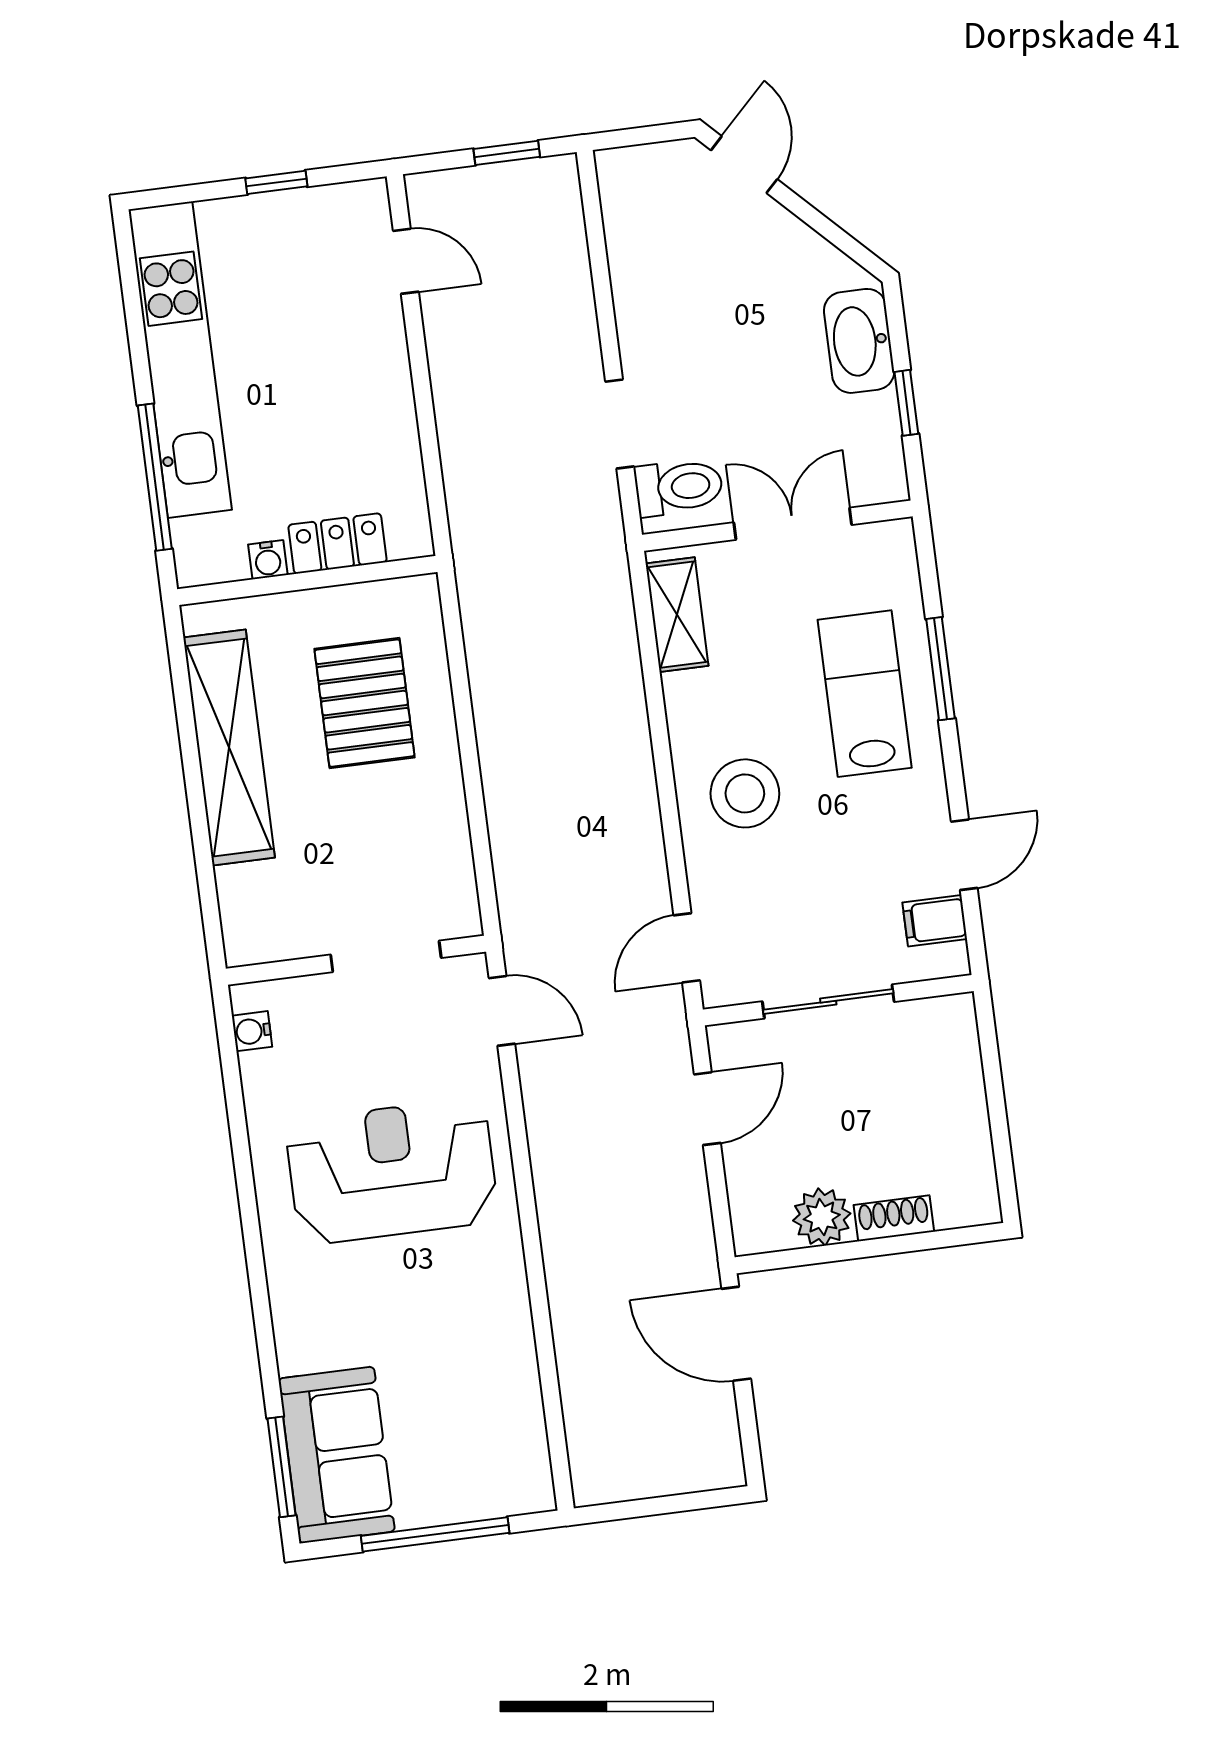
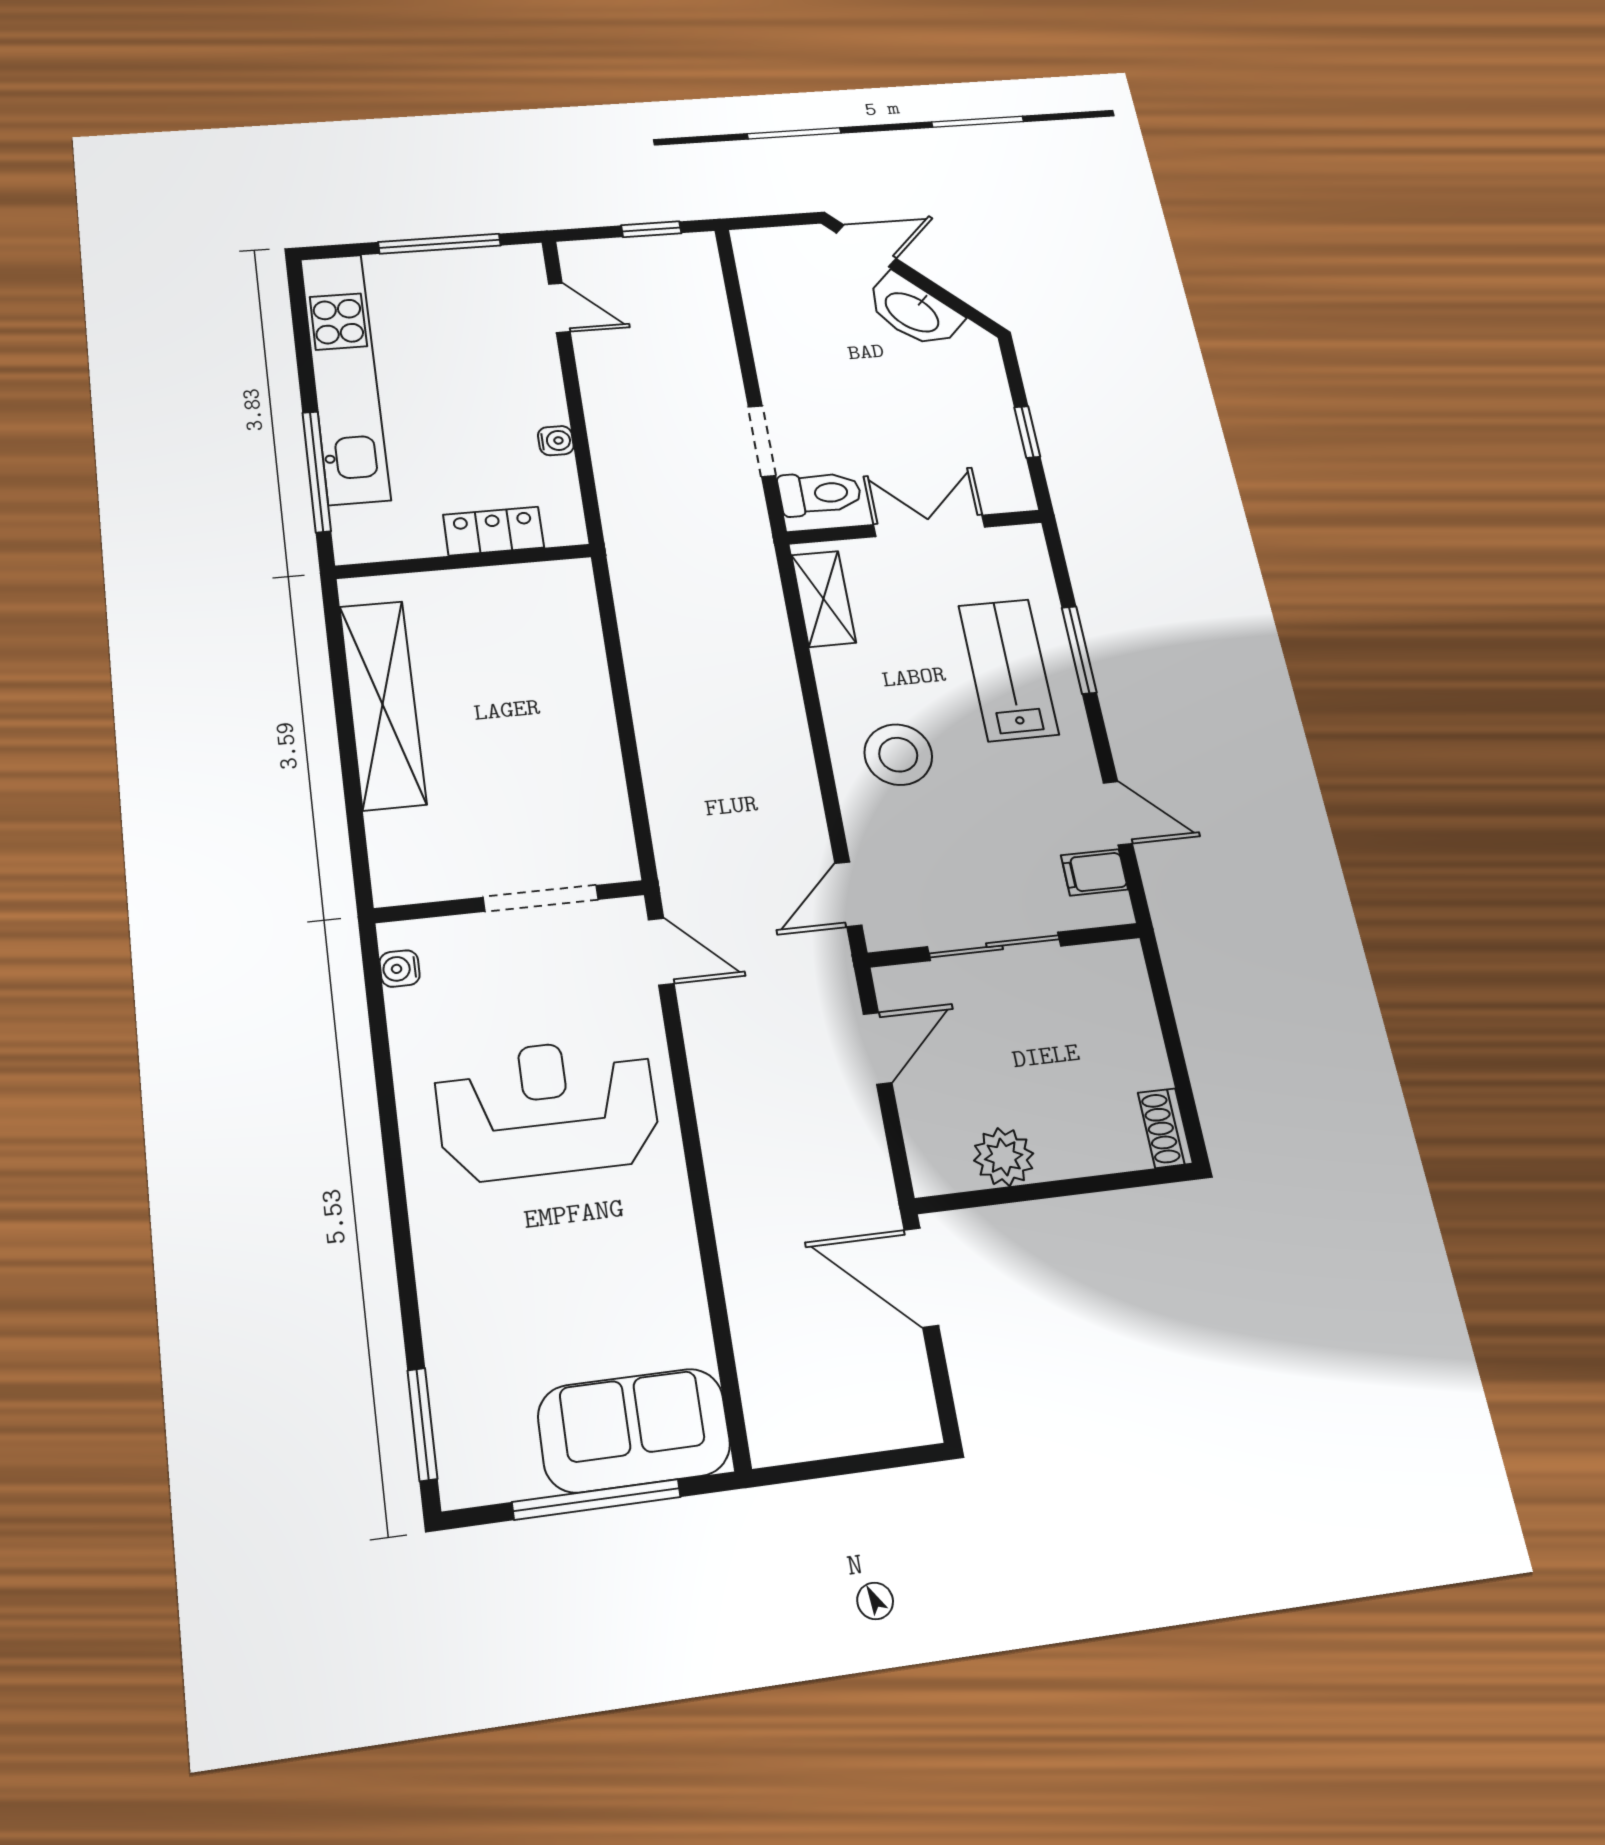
door: (744, 165) -> (866, 246), hinge flipped
window: (276, 182) -> (440, 244), width x2.17
washbasin: (859, 341) -> (913, 311), moved, turned -45
water cooler: (268, 560) -> (556, 441), moved, turned -90
pallet: (364, 703) -> (519, 668), removed
door: (964, 855) -> (1118, 813), hinge flipped
shoe rack: (894, 1218) -> (1165, 1128), moved, turned -90
sofa: (337, 1455) -> (634, 1430), moved, turned -90

